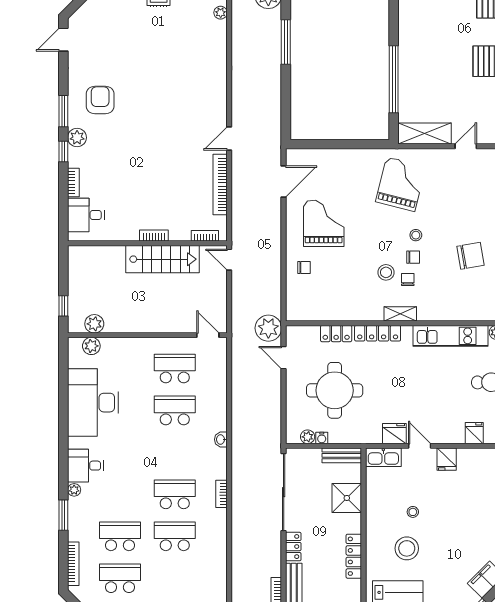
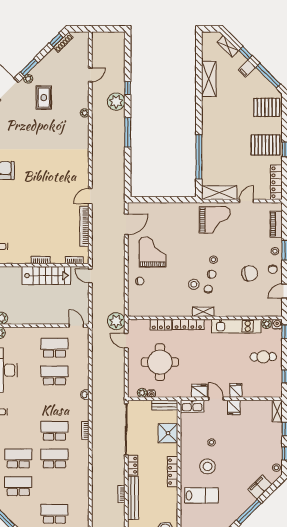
grand piano: (401, 184) -> (215, 220), moved, turned 76
fridge: (474, 433) -> (236, 390), moved

